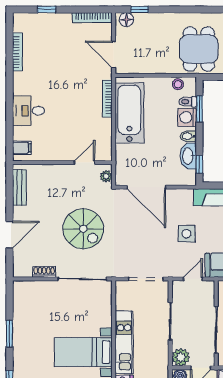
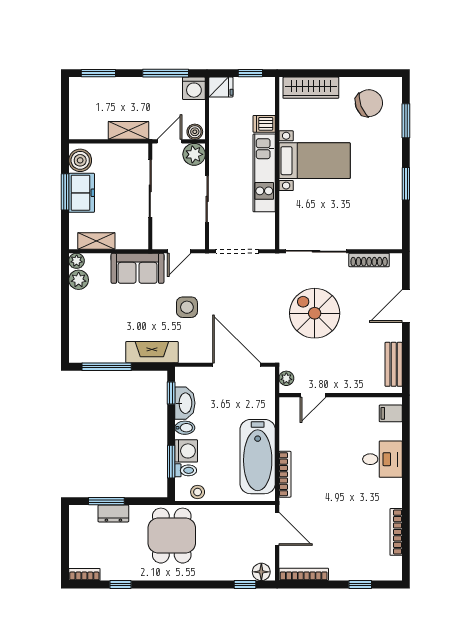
shoe rack: (44, 272) -> (369, 260), width x1.43

